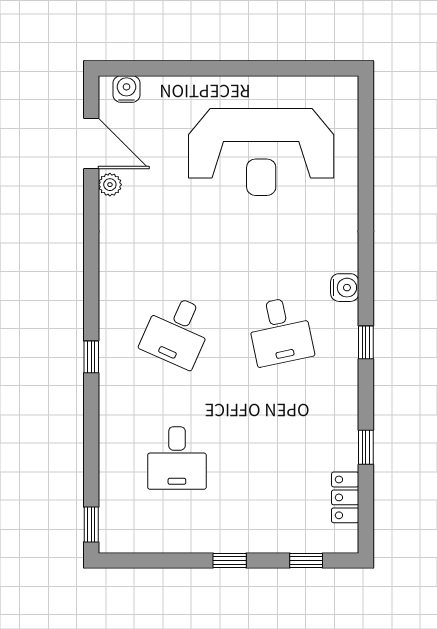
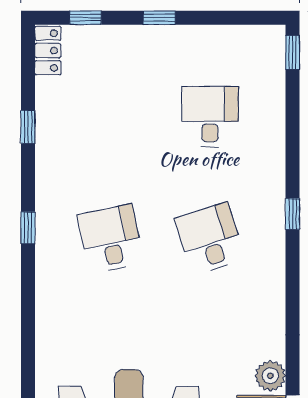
plant: (110, 185) -> (270, 376), width x1.38, depth x1.38
water cooler: (345, 288) -> (48, 281), removed
desk: (177, 331) -> (210, 239), turned -42
locker: (345, 497) -> (48, 51), moved

